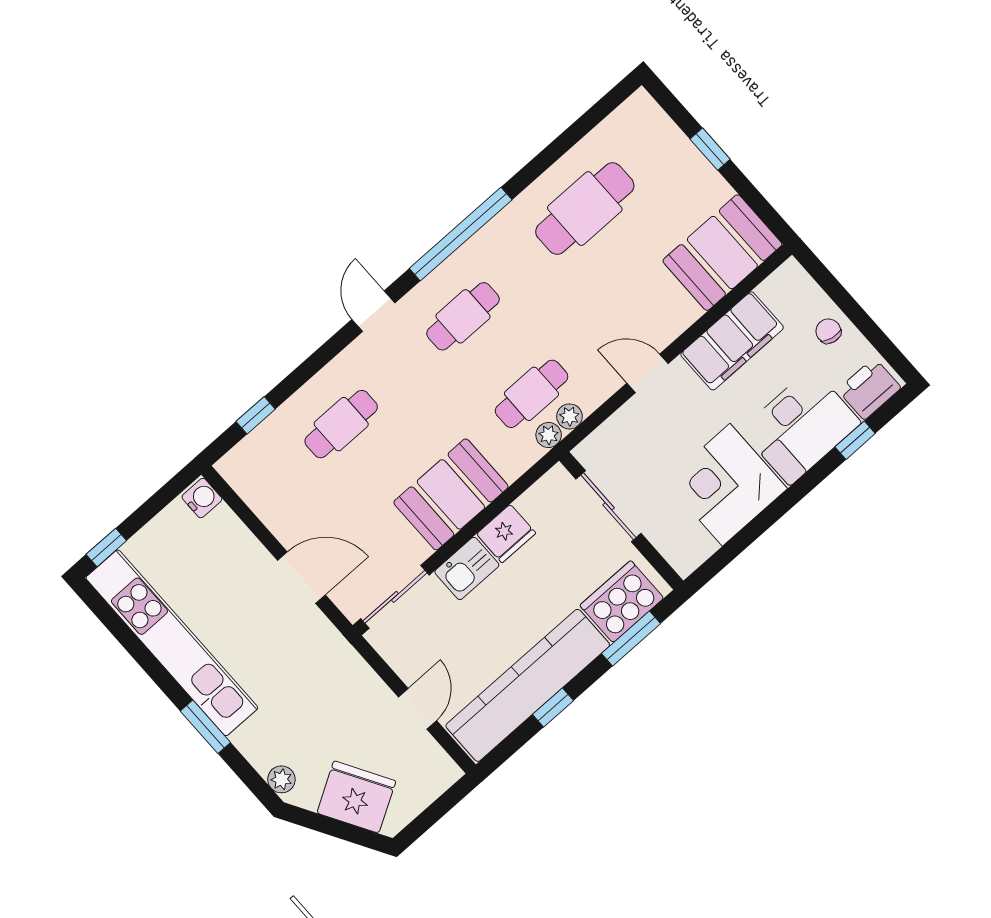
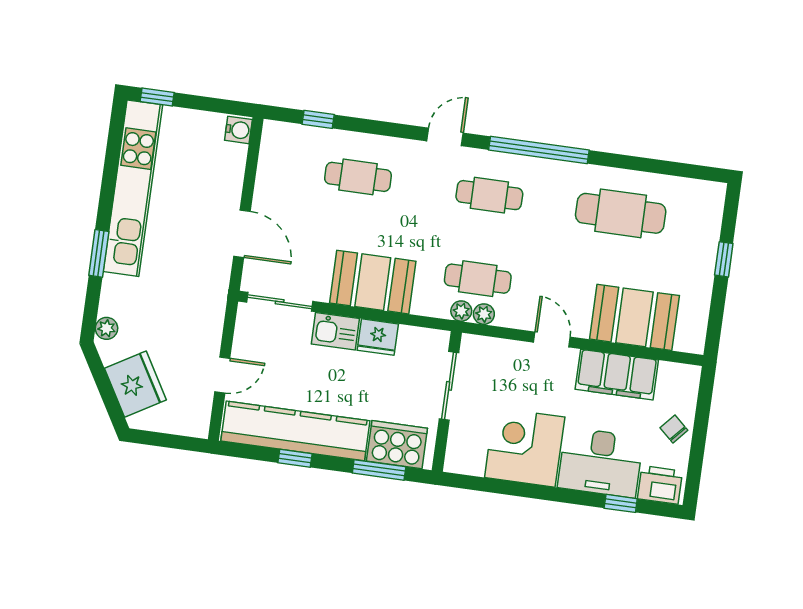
booth: (722, 253) -> (634, 317), moved
chair: (828, 331) -> (674, 429), turned -59

